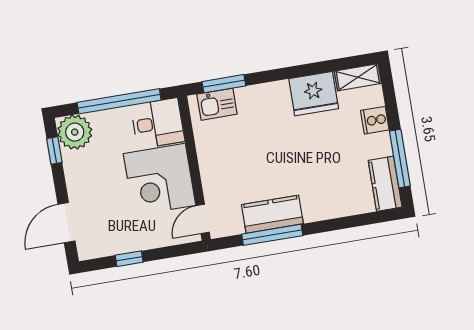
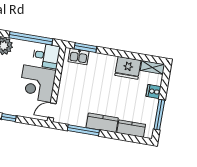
kitchen counter: (385, 184) -> (131, 129), moved, turned 90
kitchen counter: (272, 214) -> (102, 123), moved

